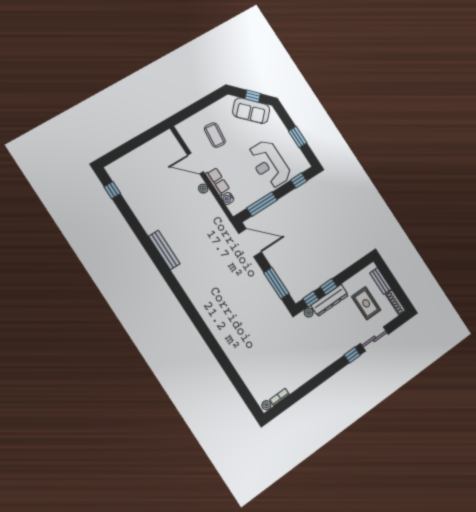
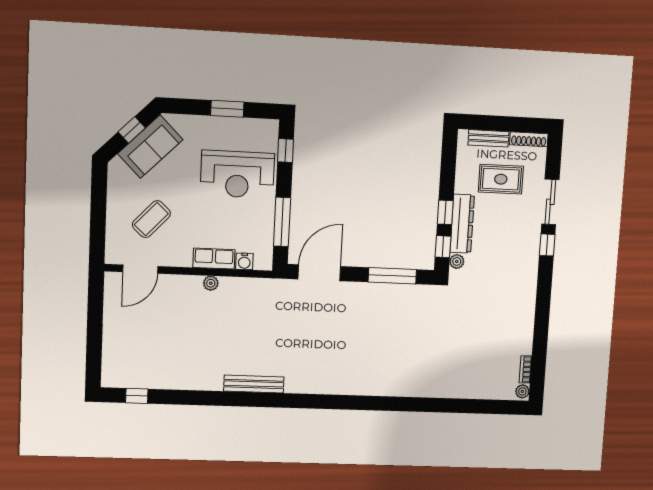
coffee table: (215, 135) -> (151, 219), turned -53
door: (195, 163) -> (140, 269), moved

